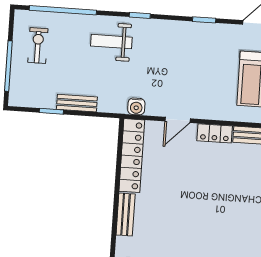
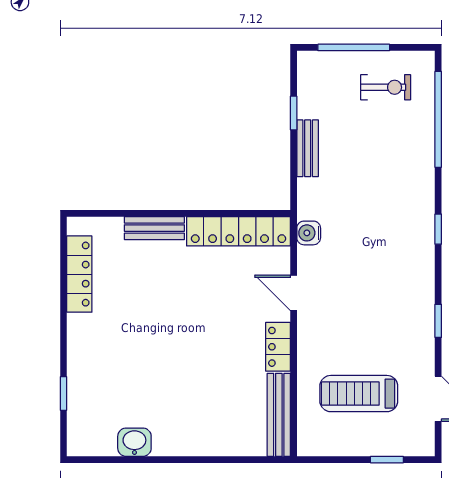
weight bench: (111, 42) -> (398, 191), removed

